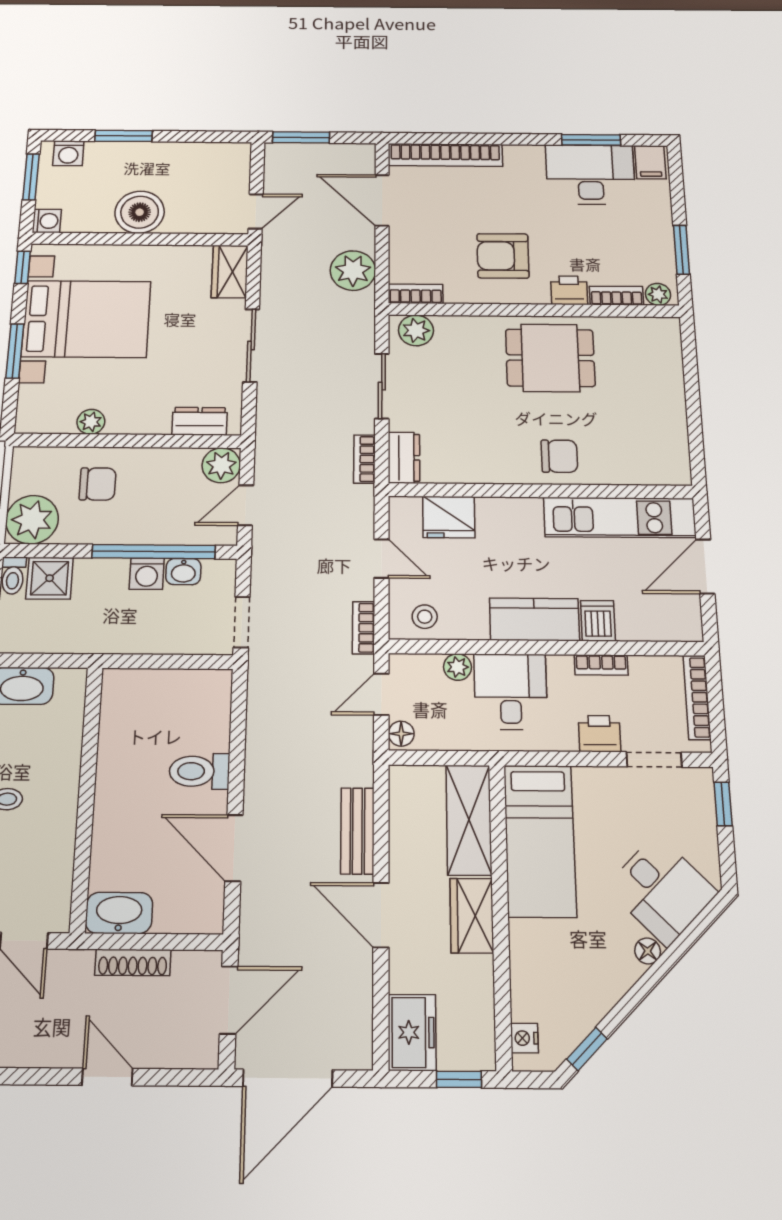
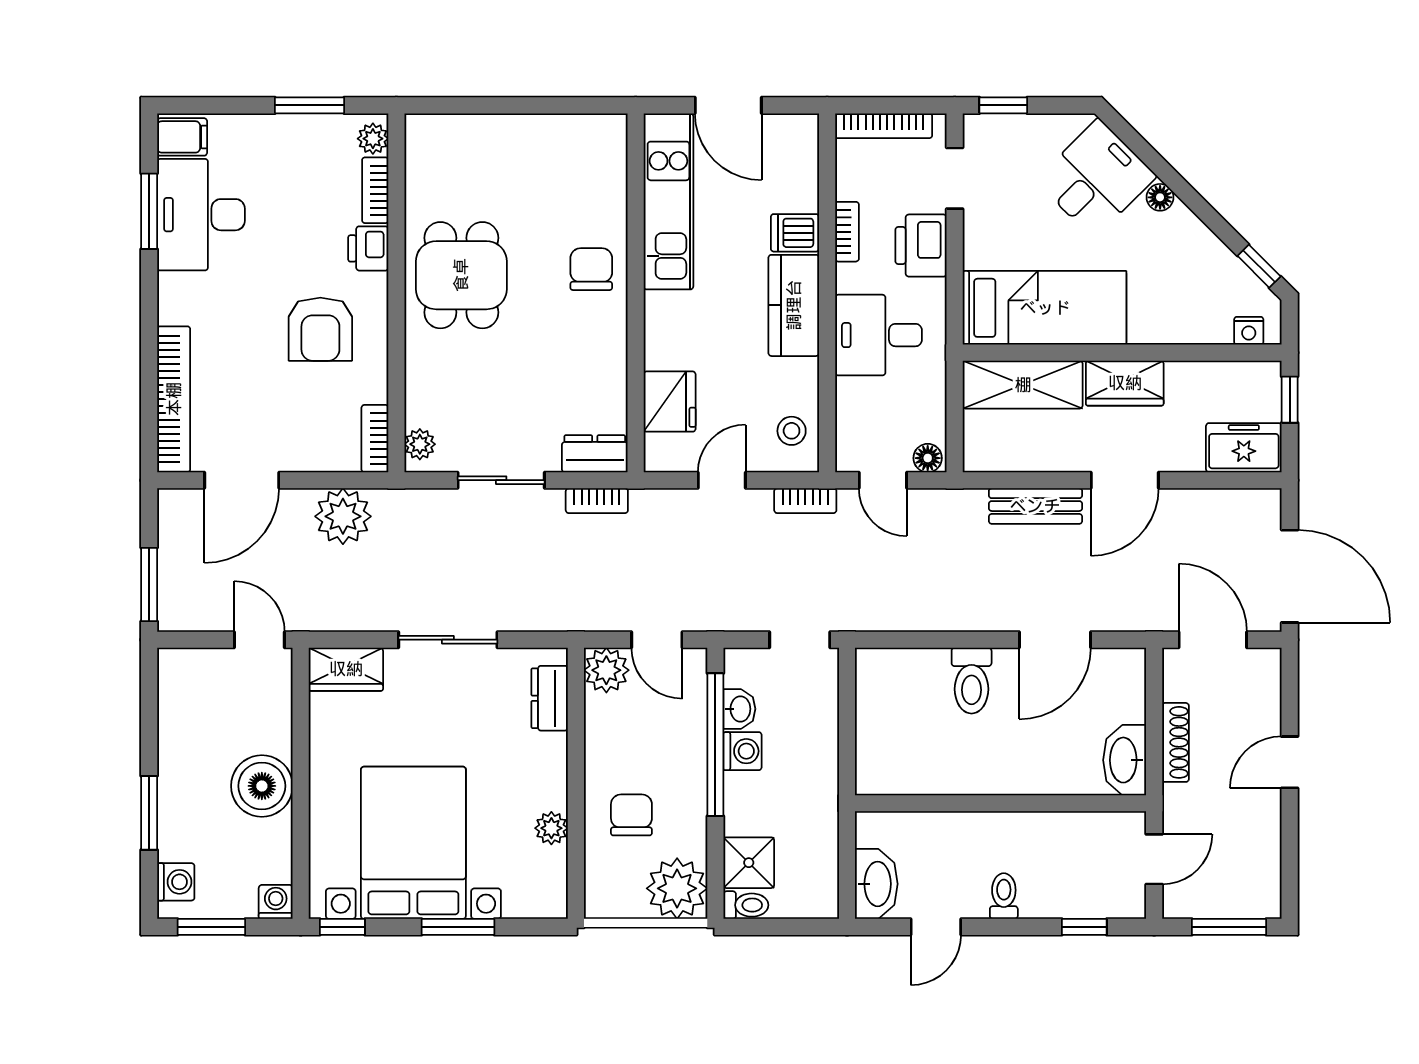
plant: (416, 330) -> (420, 444), width x0.73, depth x0.73
plant: (458, 667) -> (851, 394), removed
printer: (600, 734) -> (921, 246), width x1.36, depth x1.24

